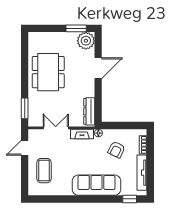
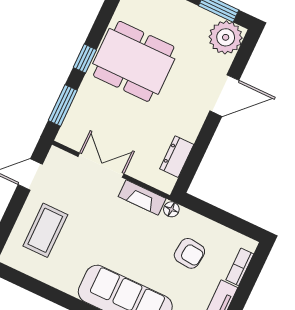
dining table: (48, 72) -> (134, 61), turned 90
window: (25, 82) -> (85, 59), added
dresser: (89, 111) -> (177, 157), width x0.70
armchair: (116, 150) -> (189, 253), turned -110

